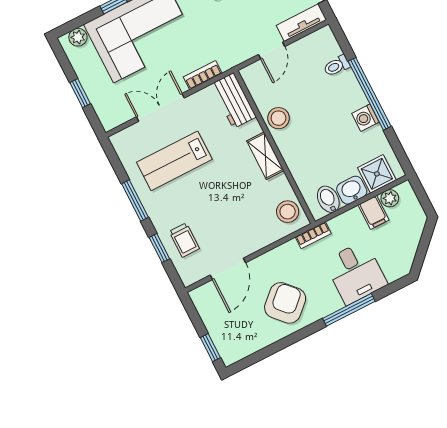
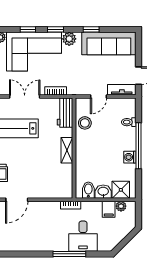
stool: (278, 118) -> (85, 123), moved
stool: (288, 212) -> (64, 186), removed
armchair: (285, 303) -> (38, 233), removed

